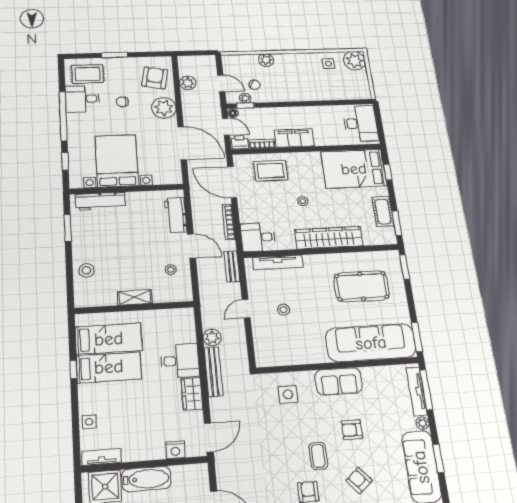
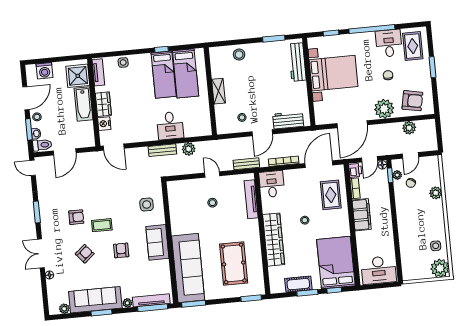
window: (397, 223) -> (307, 293), moved
bench: (213, 372) -> (162, 150), width x0.73
wardrobe: (192, 394) -> (103, 104), moved, turned 90

